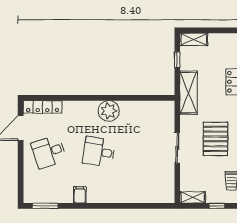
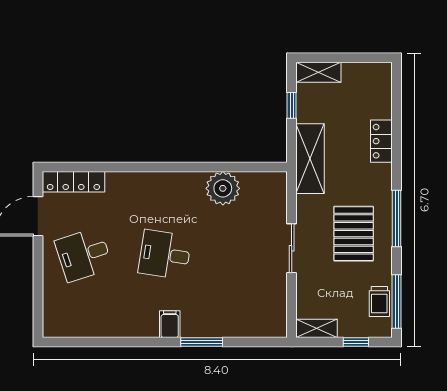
plant: (109, 111) -> (223, 188), moved
filing cabinet: (80, 195) -> (170, 324), moved
window: (45, 206) -> (202, 342), moved

